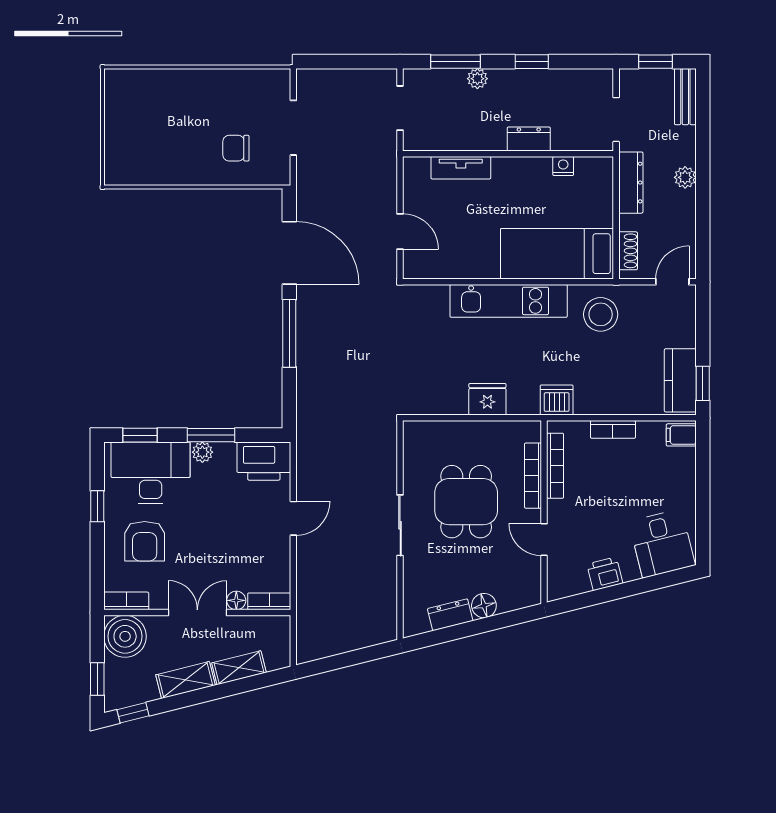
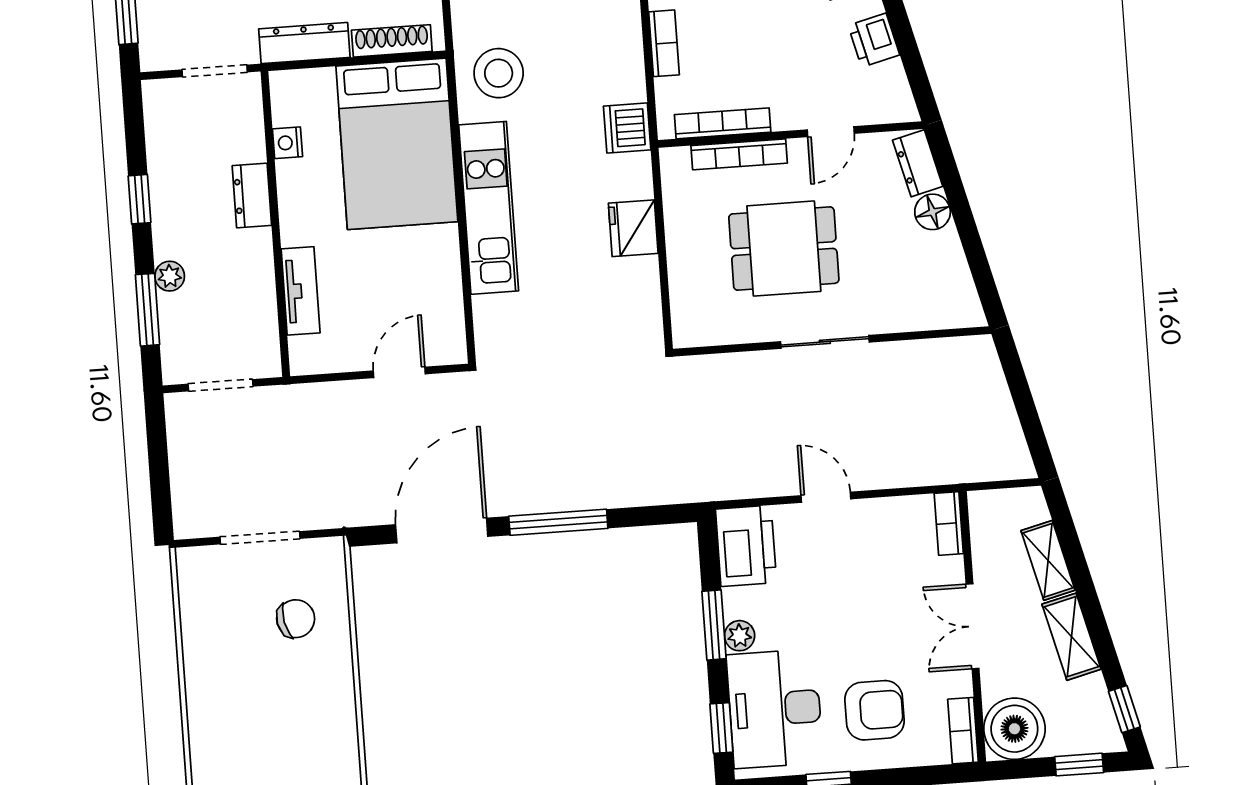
chair: (236, 148) -> (296, 619), turned -102
shoe rack: (628, 251) -> (392, 41), width x1.43
bed: (557, 254) -> (397, 144), width x1.50
floor lamp: (236, 600) -> (951, 571), removed
dresser: (450, 615) -> (918, 163), moved

